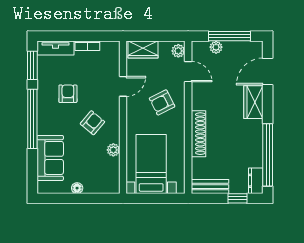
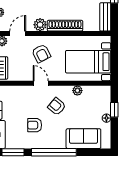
door: (123, 86) -> (41, 83), moved
plant: (200, 101) -> (40, 25), added
window: (88, 198) -> (114, 110), added

